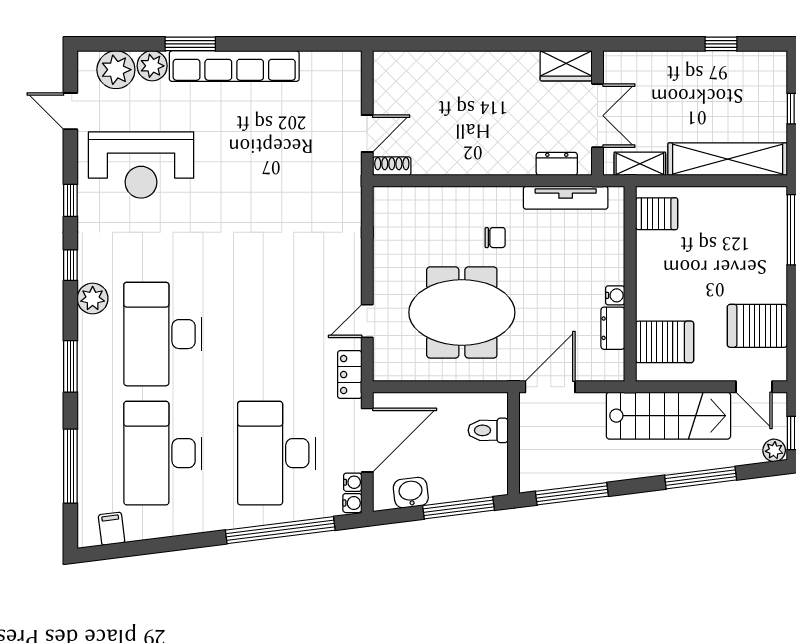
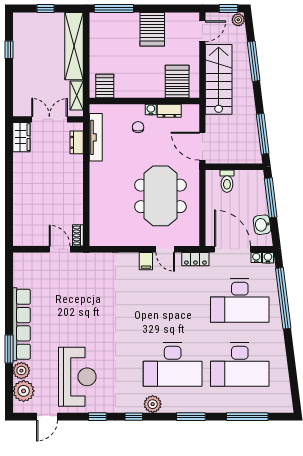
chair: (495, 238) -> (138, 127), moved
server rack: (757, 326) -> (152, 29), moved
filing cabinet: (112, 529) -> (146, 261), moved, turned -83

